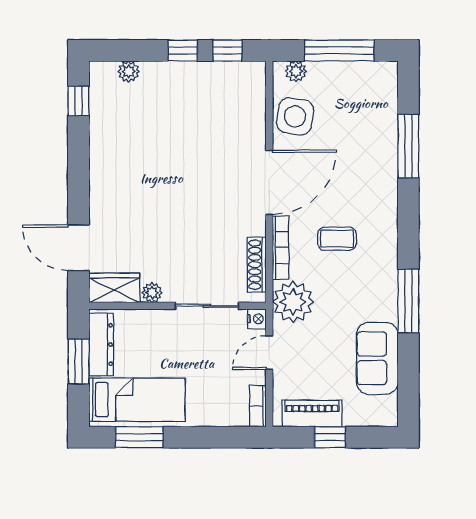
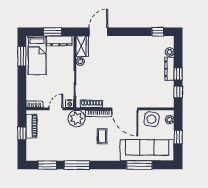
window: (339, 50) -> (178, 137), width x0.46
dresser: (170, 72) -> (169, 69), added
door: (269, 353) -> (56, 109), hinge flipped
sofa: (377, 358) -> (147, 150), moved, width x1.85, depth x1.27
window: (408, 374) -> (47, 165), added

